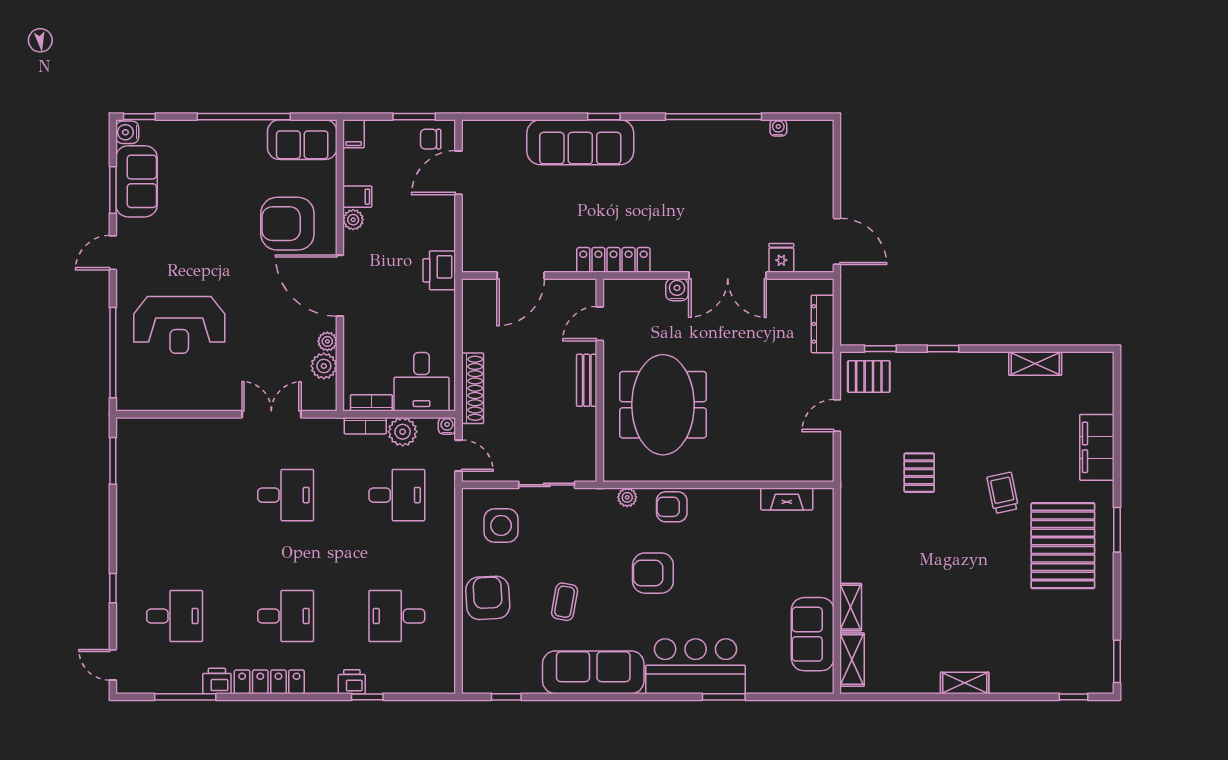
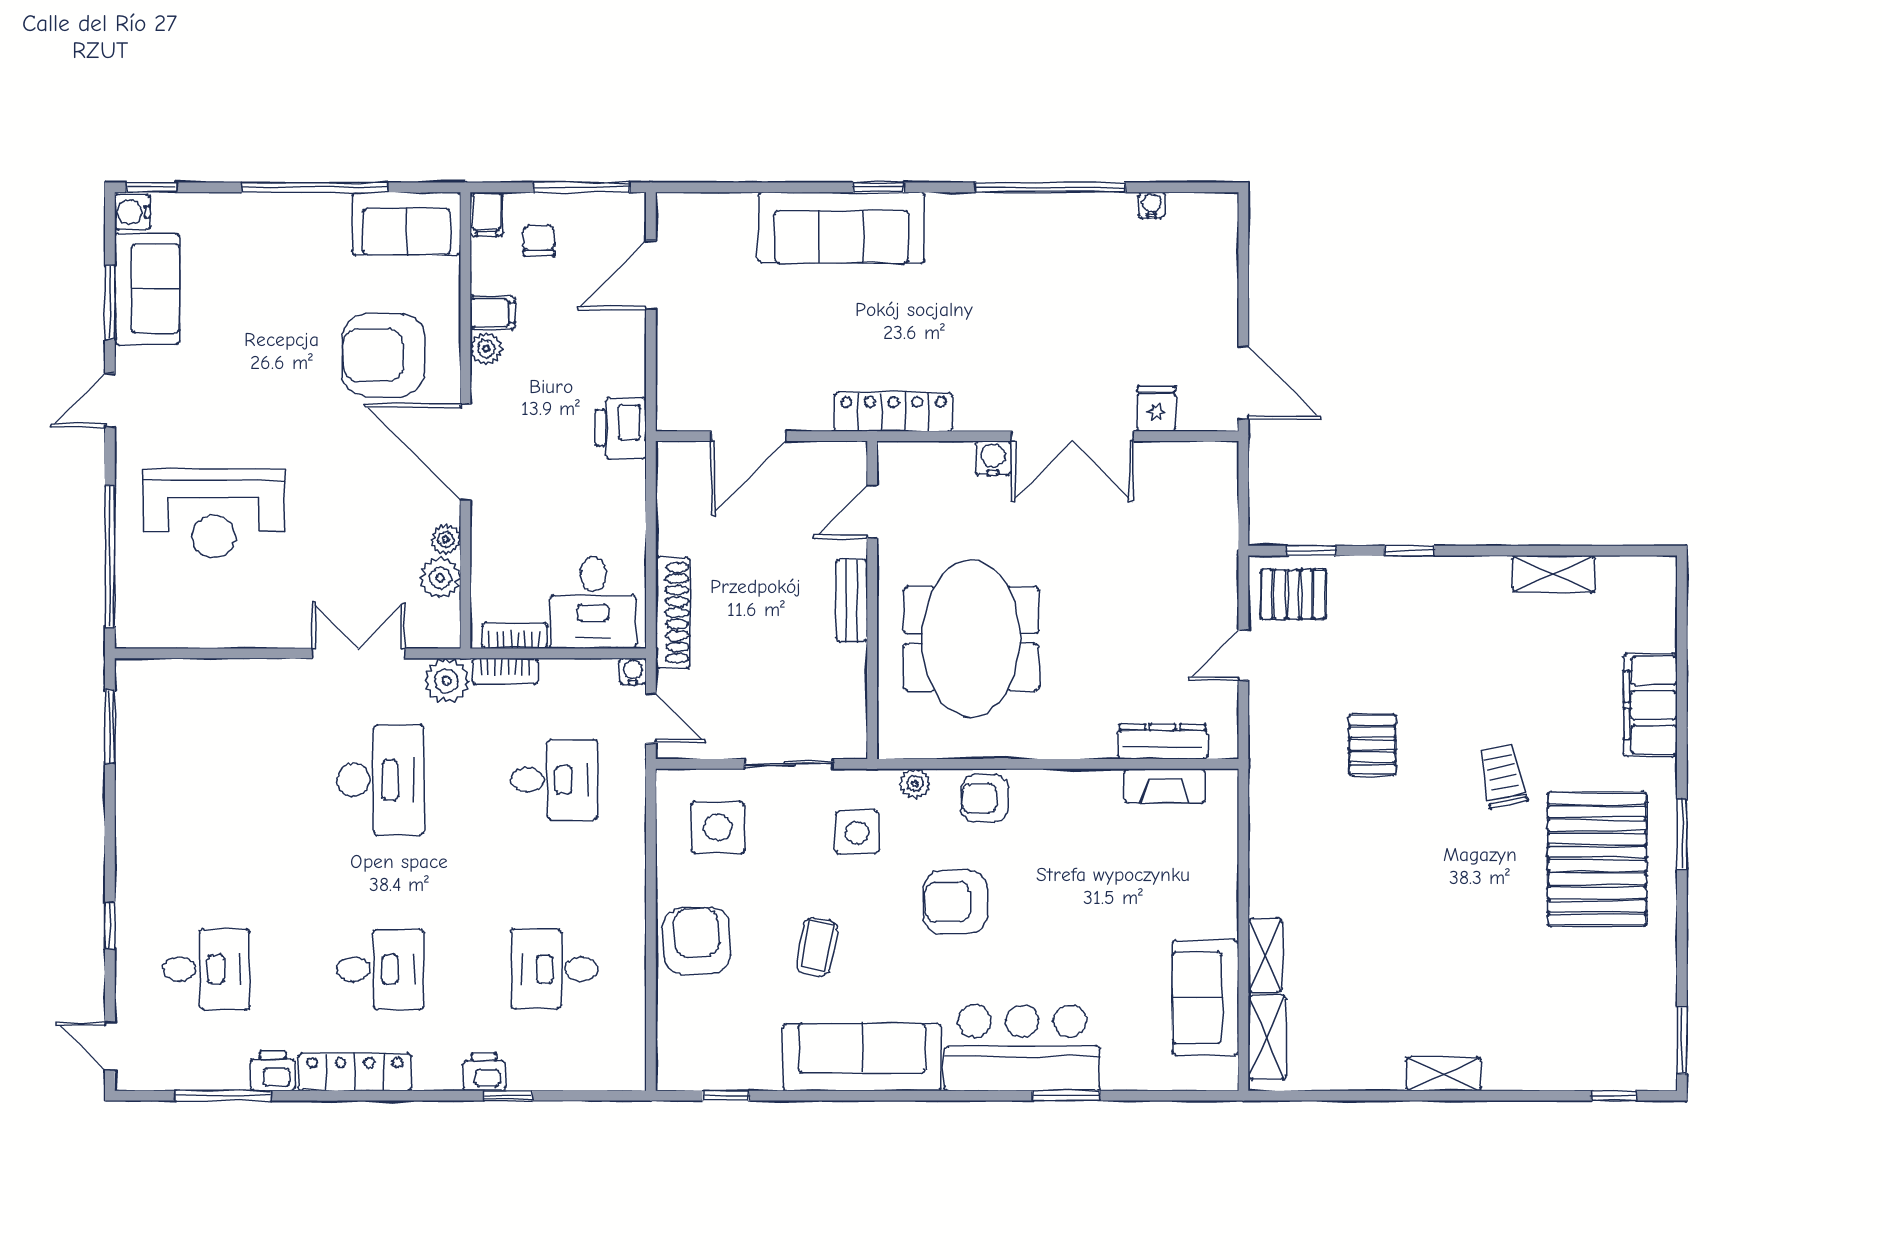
window: (414, 117) -> (581, 187), width x1.44
chair: (431, 139) -> (539, 241), moved, turned 90
dresser: (823, 324) -> (1162, 742), moved, turned 90
plant: (403, 432) -> (446, 681), moved
desk: (286, 495) -> (380, 780), width x1.37
side table: (590, 529) -> (857, 833), added

